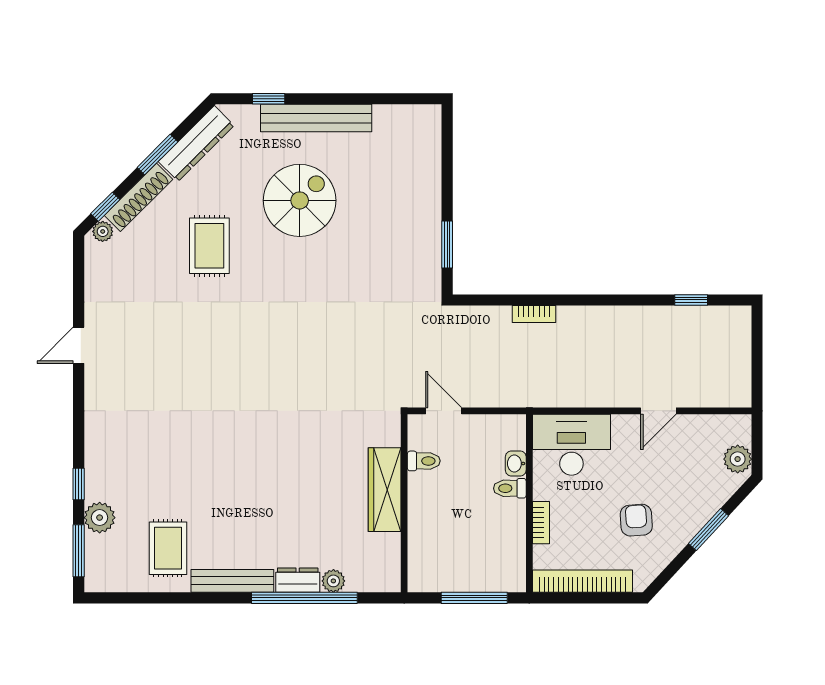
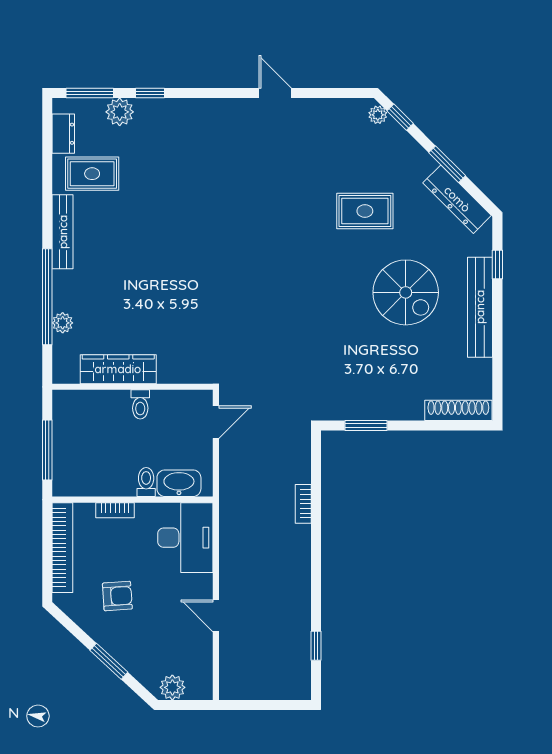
shoe rack: (139, 197) -> (458, 410), moved, turned 135
toilet: (424, 461) -> (140, 404), moved
washbasin: (516, 463) -> (179, 483), width x1.91, depth x1.45
wardrobe: (385, 490) -> (118, 369), moved
dresser: (298, 580) -> (63, 134), moved

